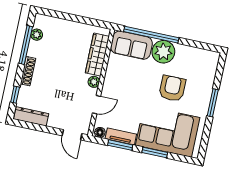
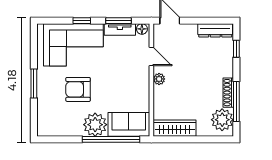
plant: (37, 35) -> (222, 120), width x1.88, depth x1.88
wardrobe: (97, 55) -> (175, 128), moved, turned -90
shoe rack: (28, 71) -> (228, 93), moved
armchair: (172, 88) -> (78, 89), turned 90
door: (96, 105) -> (151, 56), swing flipped
window: (155, 152) -> (82, 21), width x0.67

